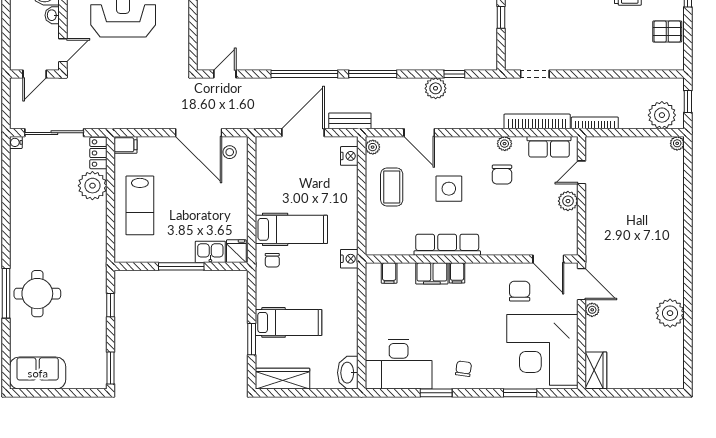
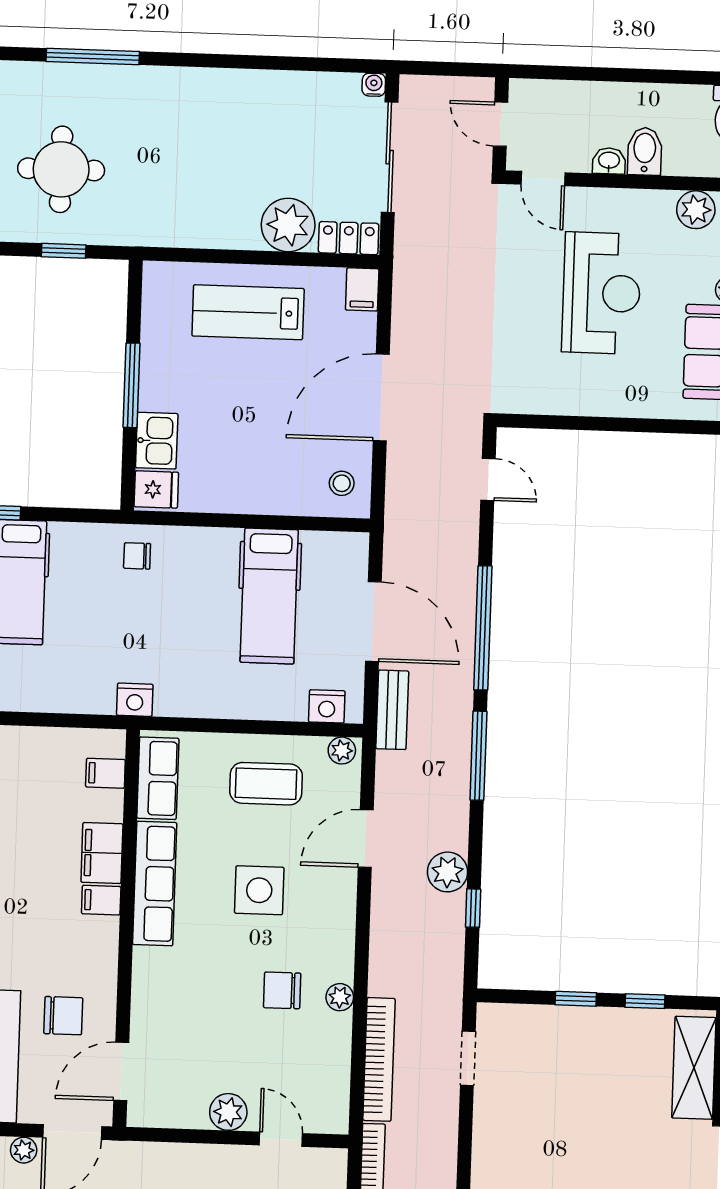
door: (199, 133) -> (381, 398), moved
row of seats: (549, 147) -> (158, 778), moved, turned 180
hospital bed: (291, 229) -> (269, 596), moved
round table: (37, 294) -> (61, 169), moved

